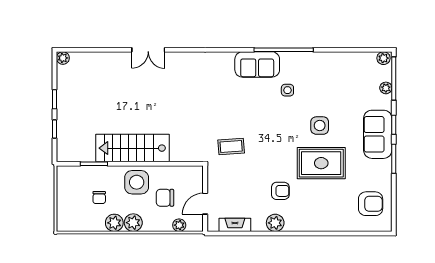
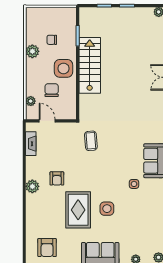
plant: (133, 223) -> (33, 66), removed
plant: (275, 223) -> (32, 186), moved

